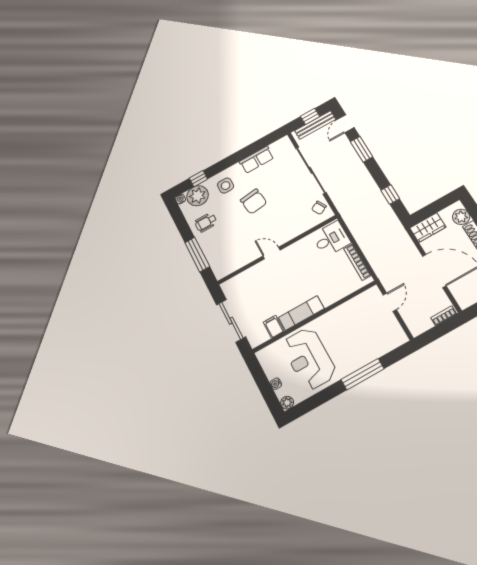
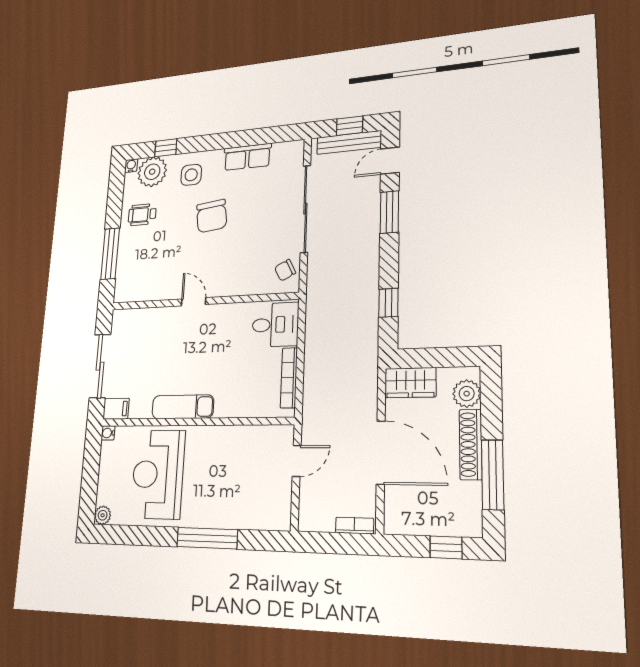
filing cabinet: (274, 327) -> (116, 409), moved, turned 90
water cooler: (276, 384) -> (108, 433), moved

